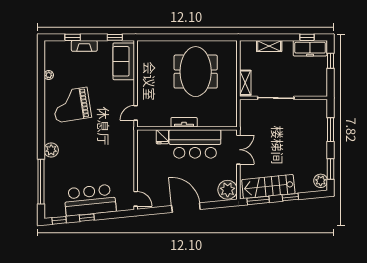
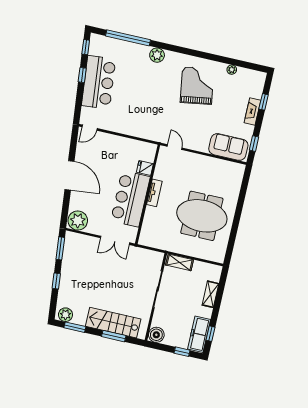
boiler: (320, 89) -> (156, 335), added
stairs: (268, 187) -> (113, 323), moved, turned -84
door: (186, 208) -> (70, 175), hinge flipped

